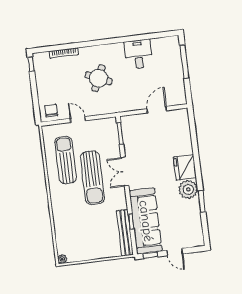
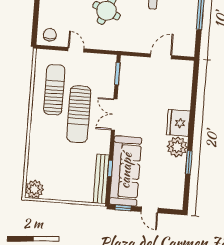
plant: (62, 259) -> (34, 189), width x1.87, depth x1.87

